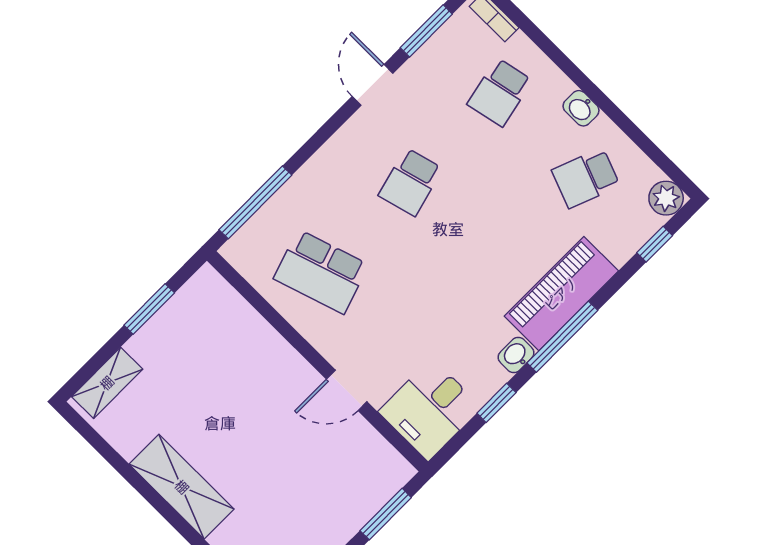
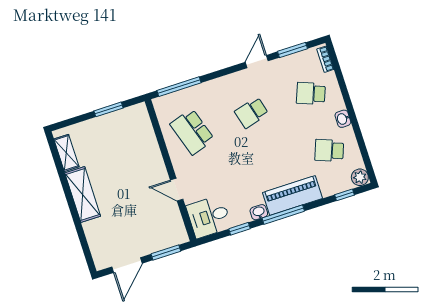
school desk: (500, 92) -> (311, 93), turned 33
shelving: (107, 383) -> (66, 153), moved, turned 90

